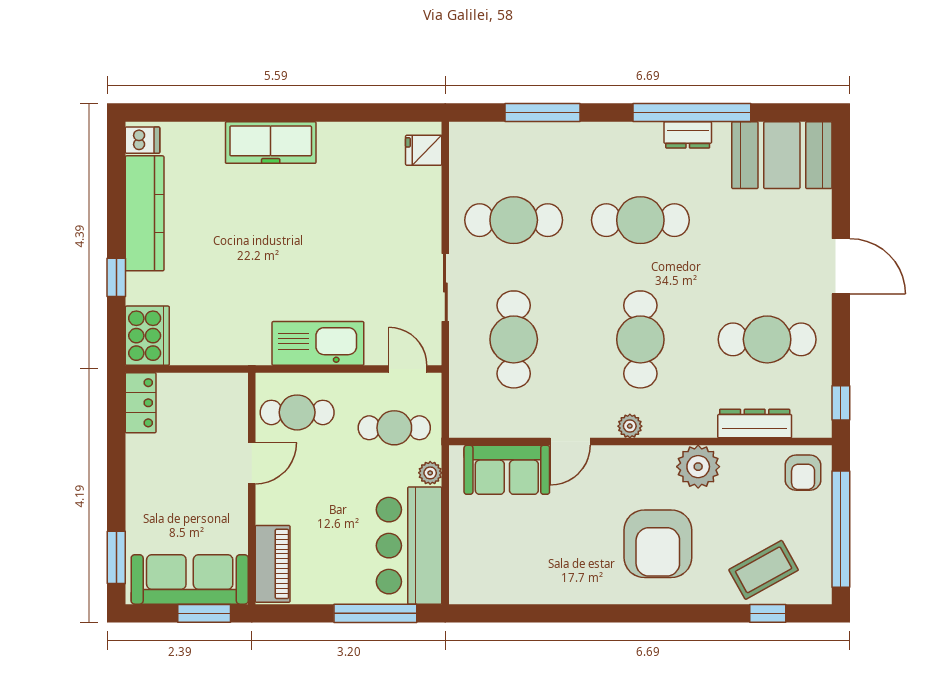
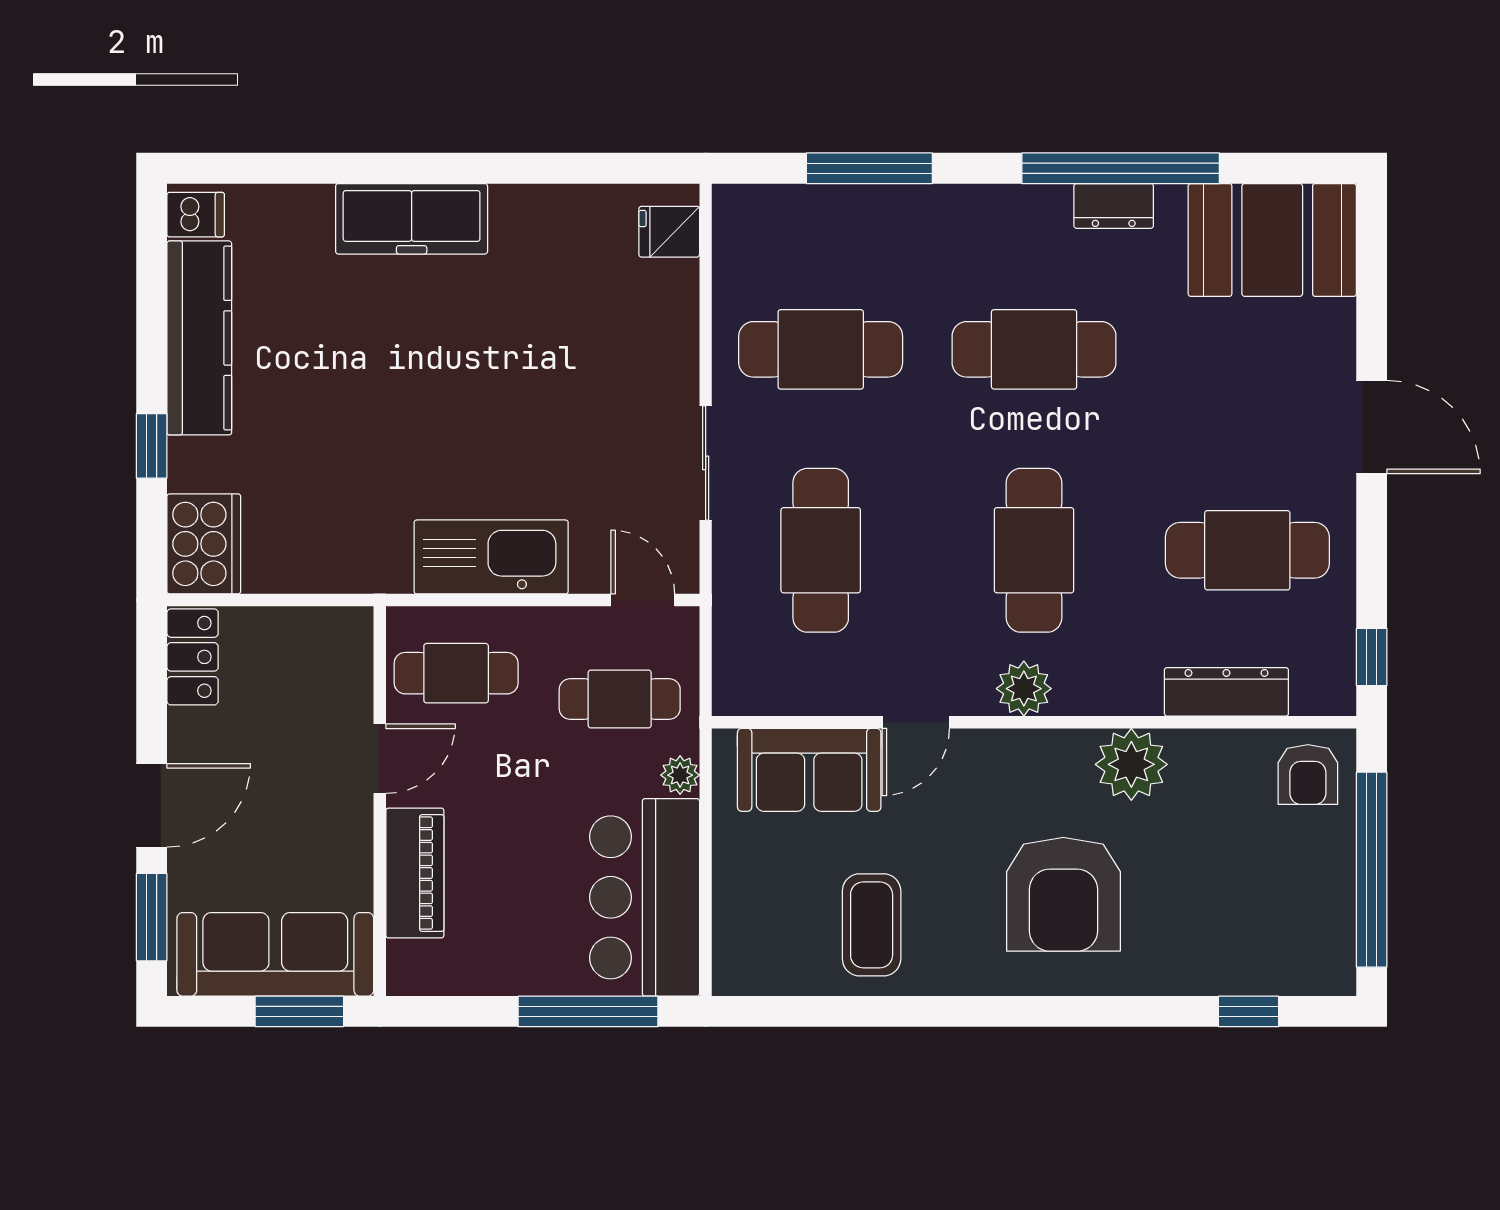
plant: (630, 426) -> (1024, 689), width x1.38, depth x1.38
door: (116, 491) -> (152, 805), added
piano: (273, 564) -> (415, 873), moved
coffee table: (764, 570) -> (872, 925), moved, turned -61

